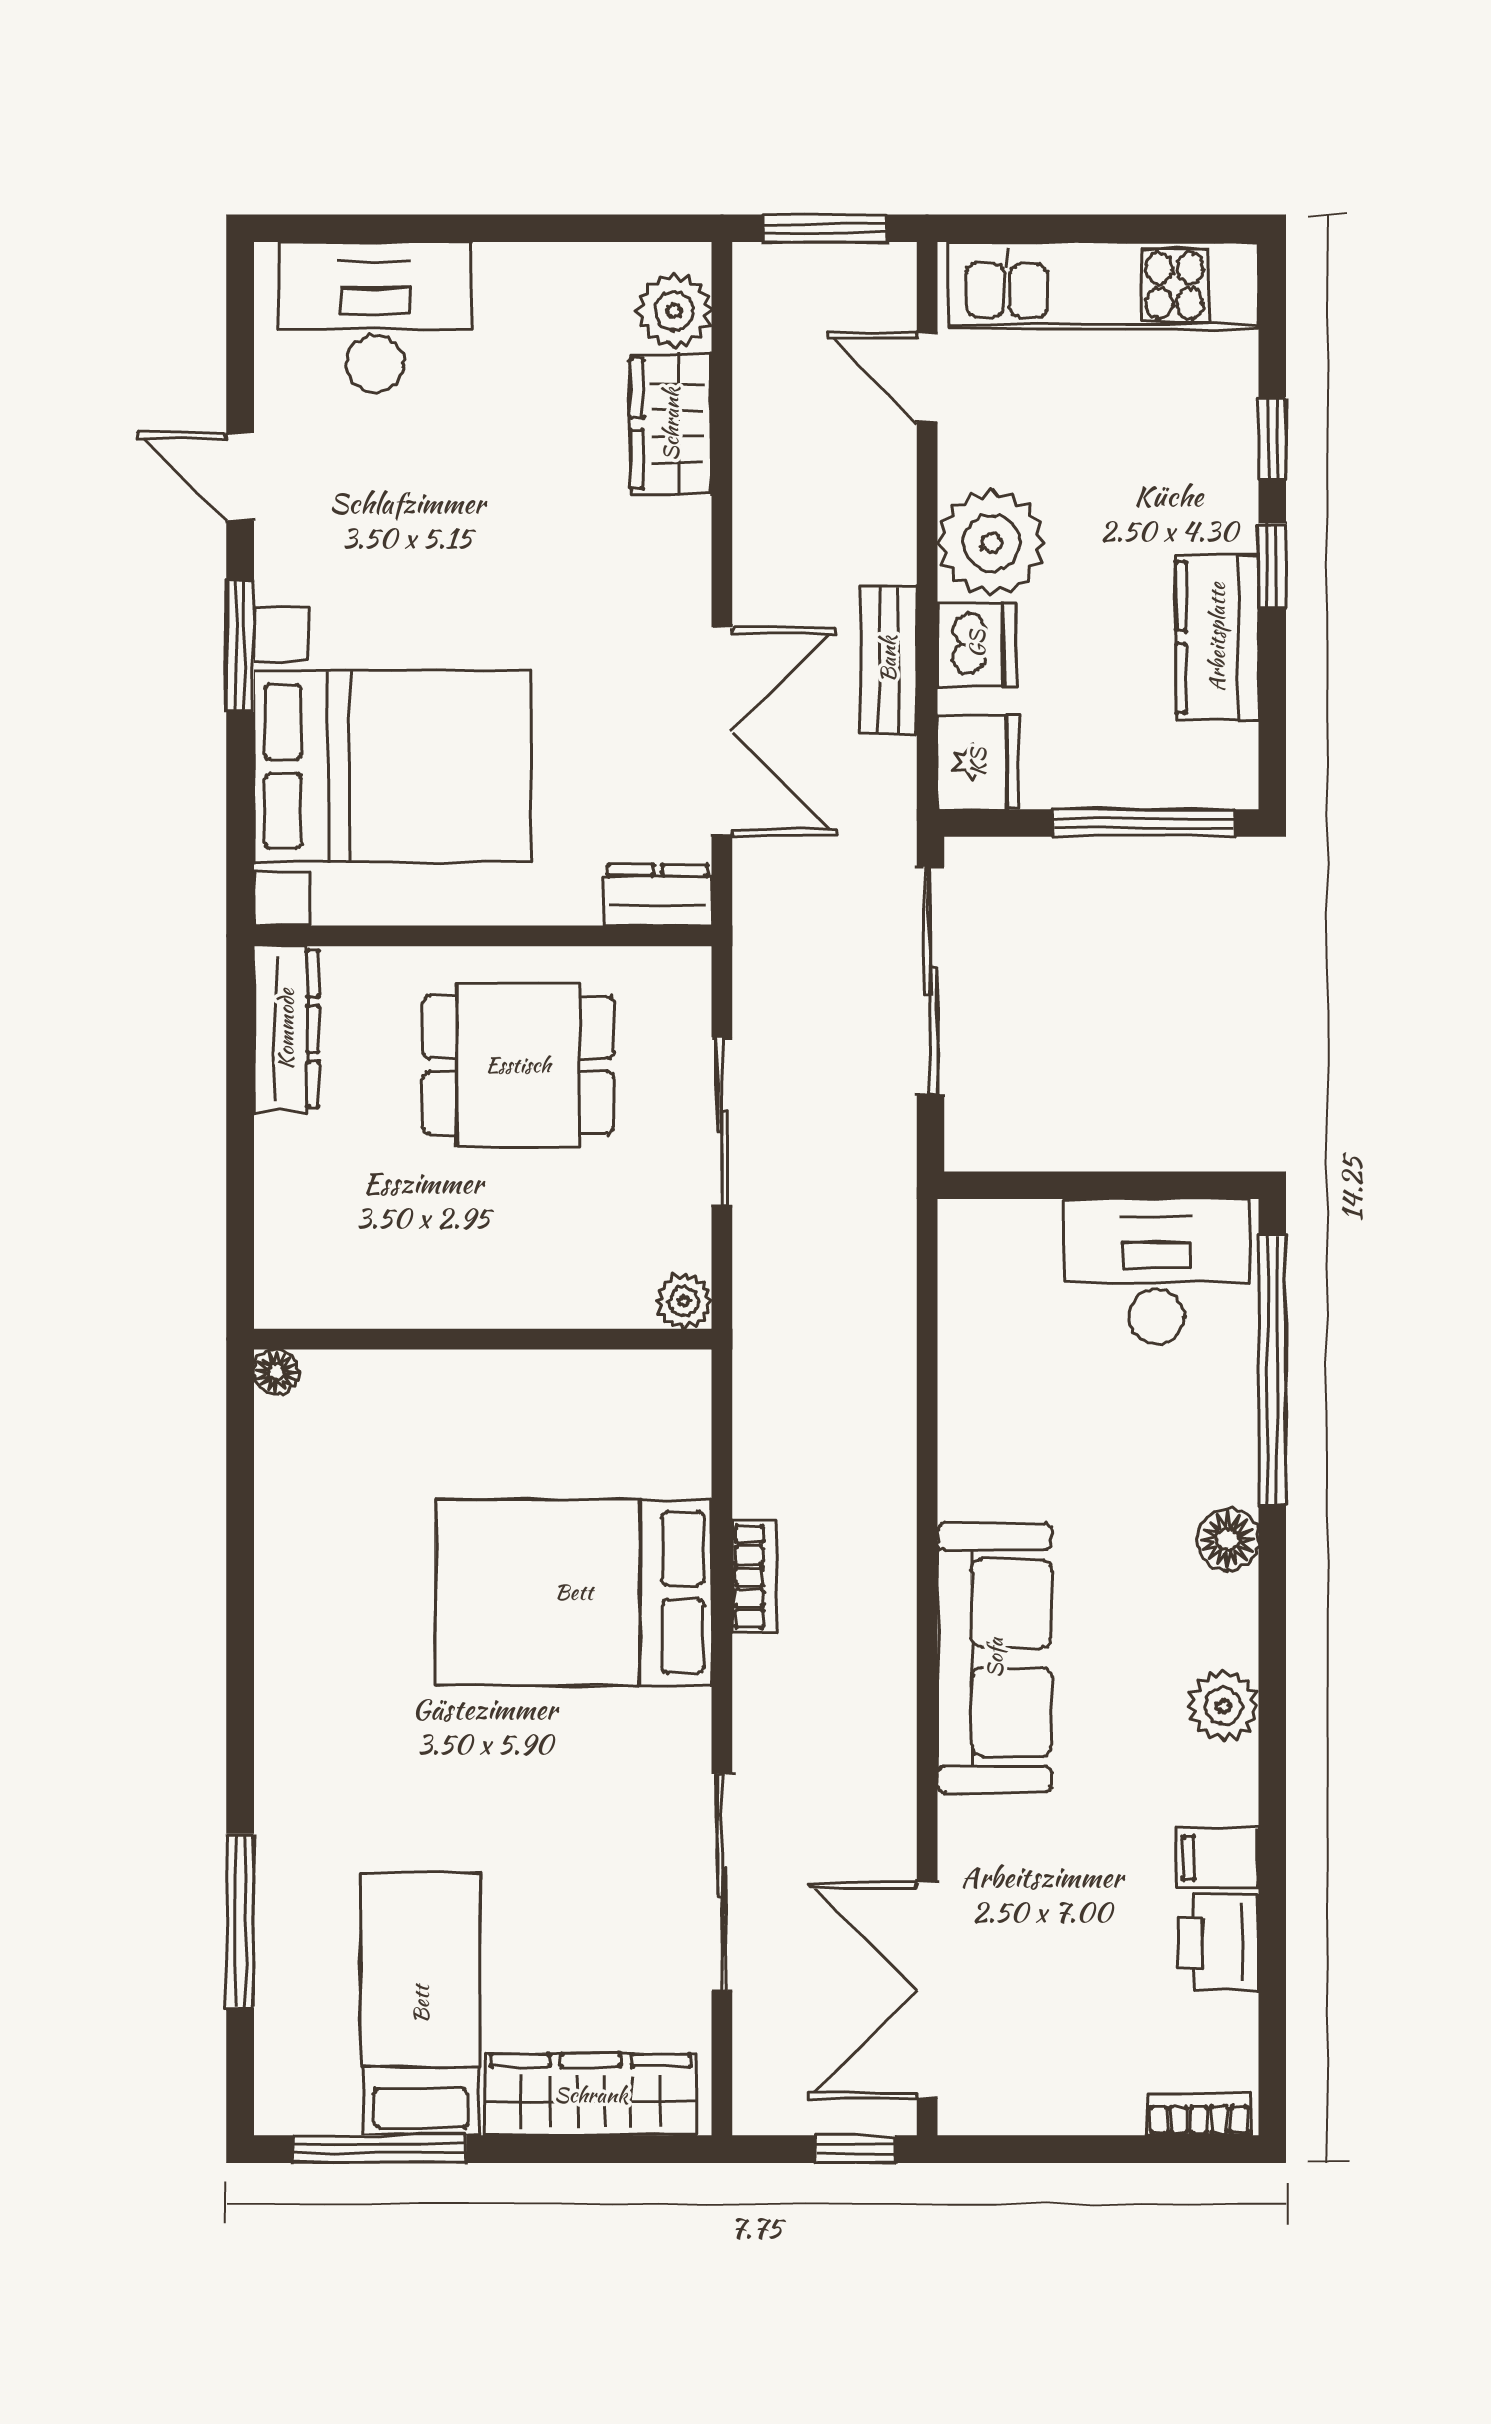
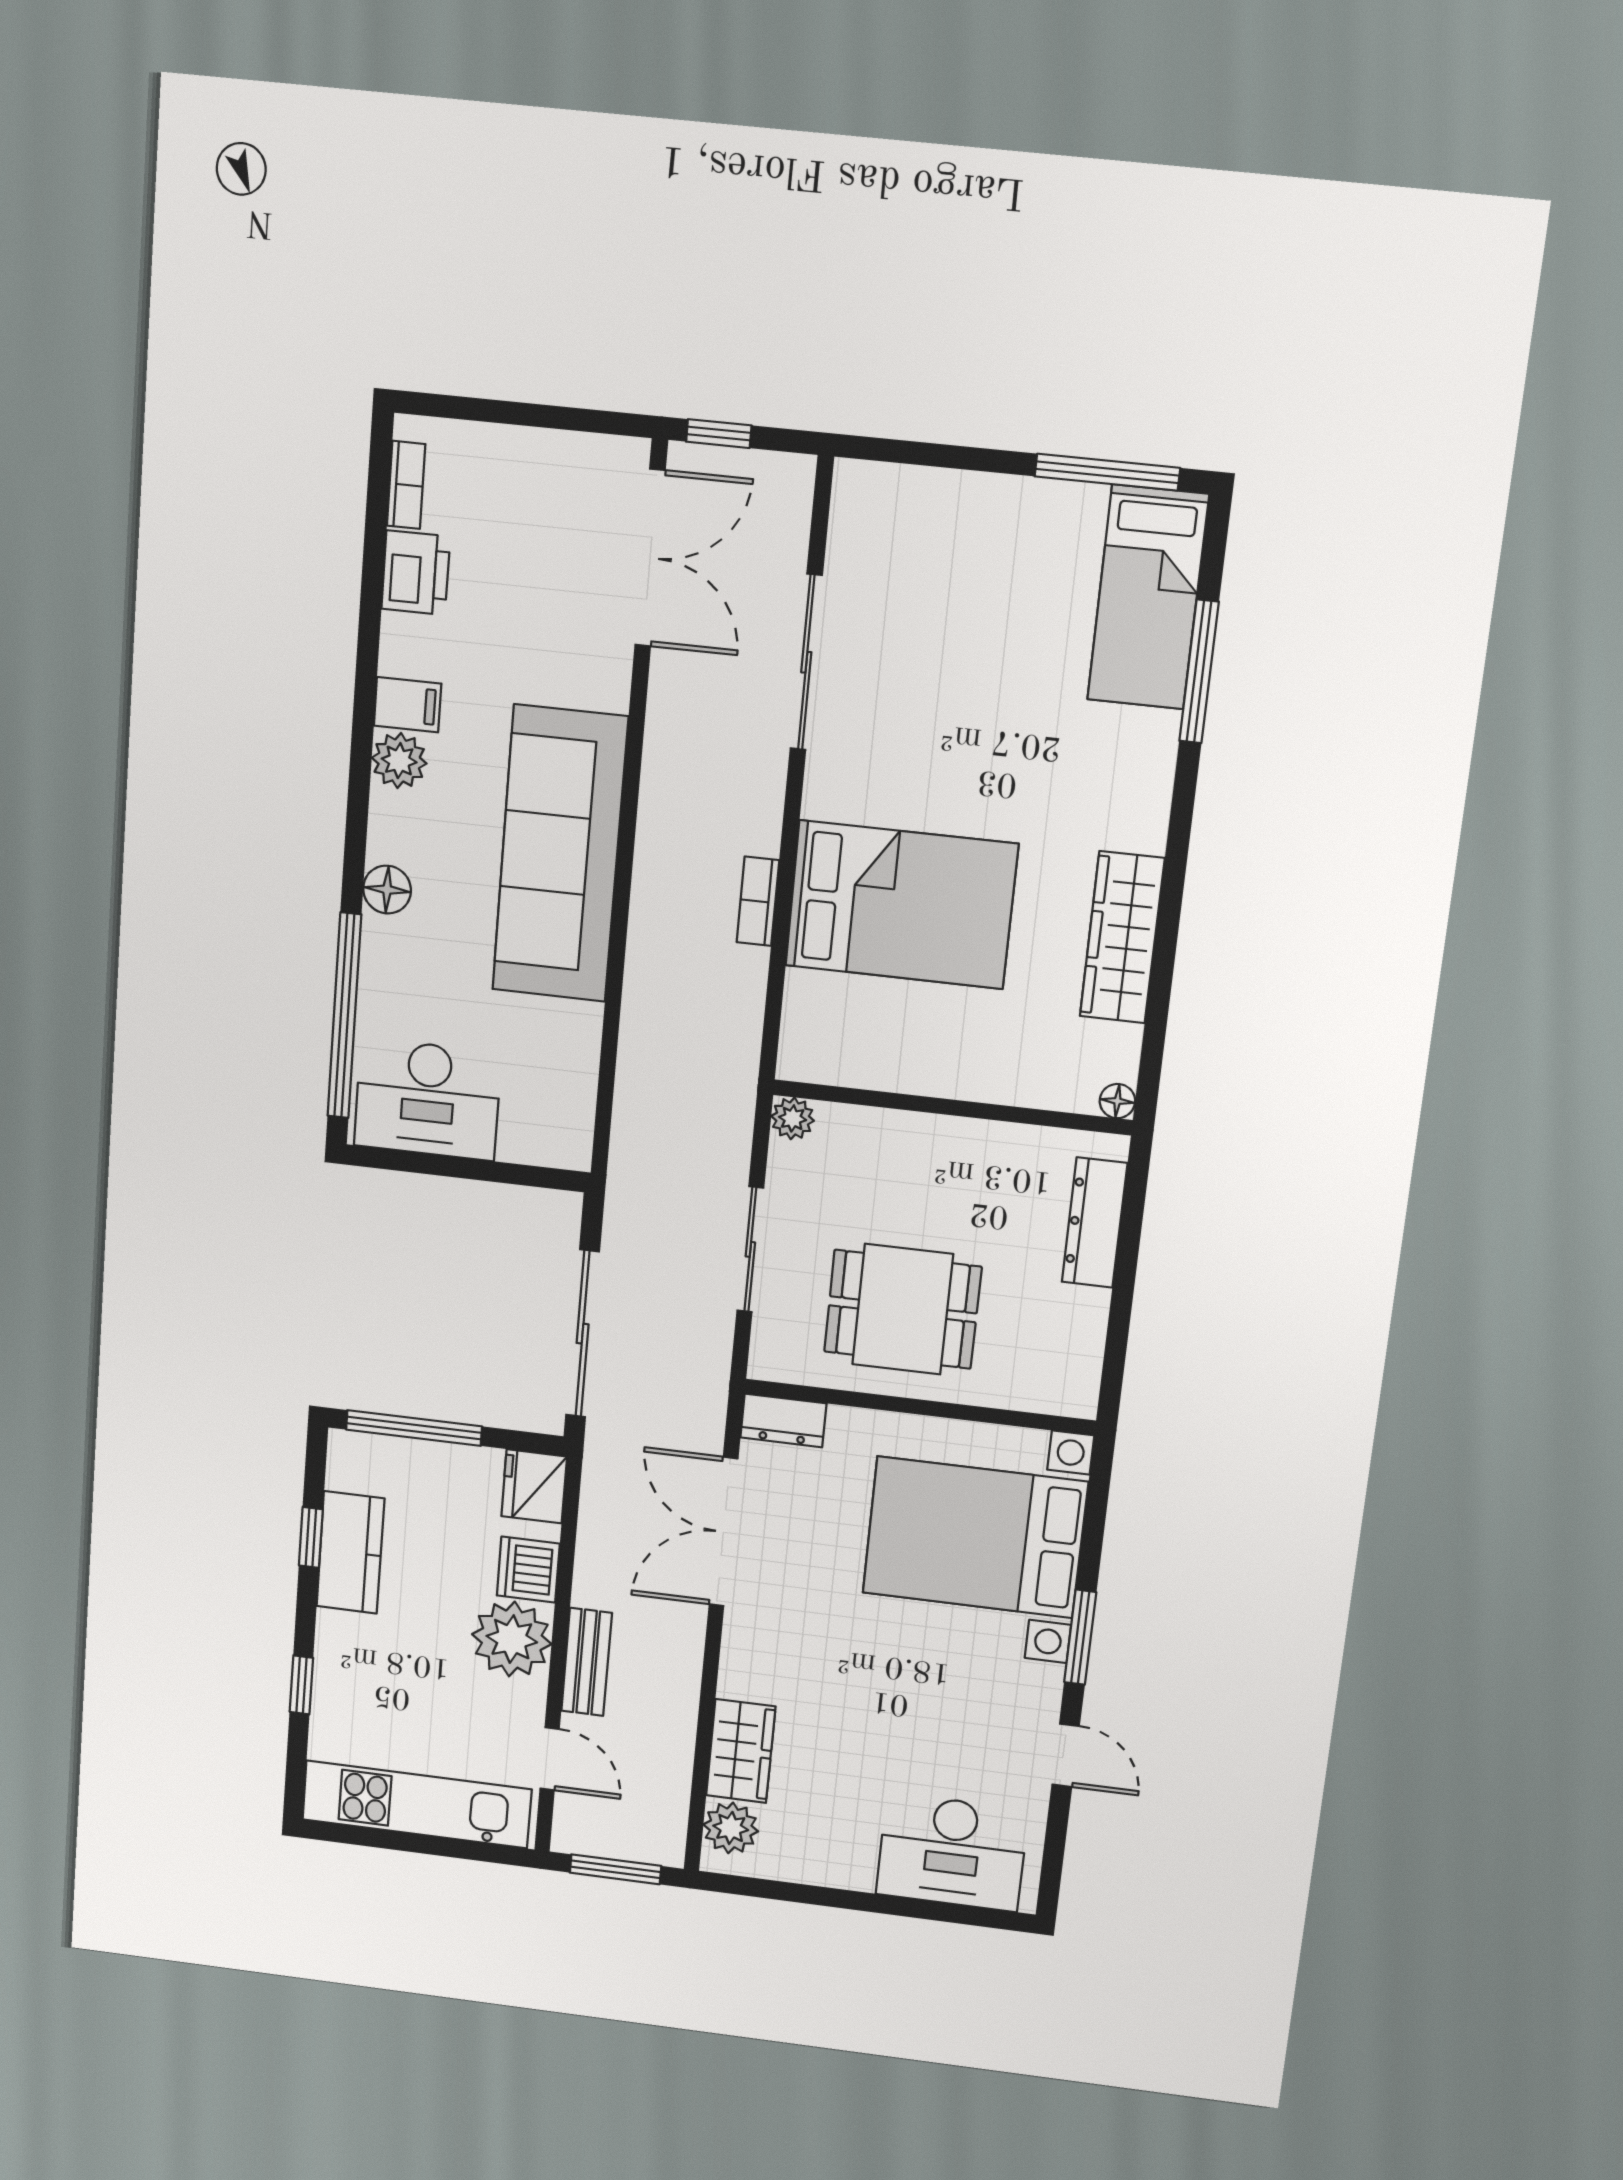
window: (1272, 566) -> (311, 1537), moved
bench: (888, 659) -> (587, 1662), moved
dresser: (286, 1029) -> (1095, 1223), moved
sofa: (995, 1658) -> (560, 854), width x1.36, depth x1.27
filing cabinet: (1217, 1858) -> (408, 705), moved
bed: (421, 2004) -> (1148, 597), moved
wardrobe: (591, 2095) -> (1122, 937), moved, turned 90
bookcase: (1199, 2115) -> (406, 485), moved, turned -90

